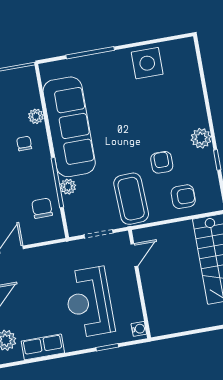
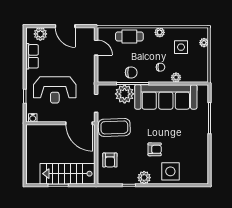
side table: (147, 63) -> (170, 171), moved
armchair: (162, 162) -> (155, 149), moved
plant: (68, 187) -> (125, 94), width x1.88, depth x1.88
chair: (42, 208) -> (131, 72), moved
door: (134, 255) -> (79, 123), width x1.87
reception desk: (89, 302) -> (55, 90), turned 180

